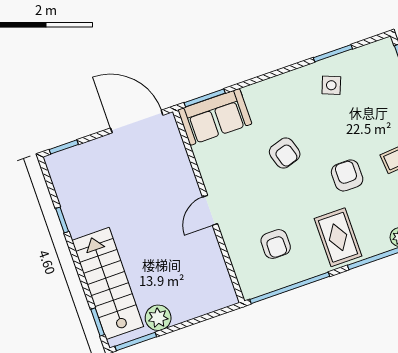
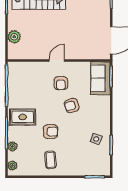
door: (210, 210) -> (57, 60), hinge flipped
armchair: (276, 244) -> (61, 83), moved, turned -92
plant: (158, 318) -> (14, 37), moved

